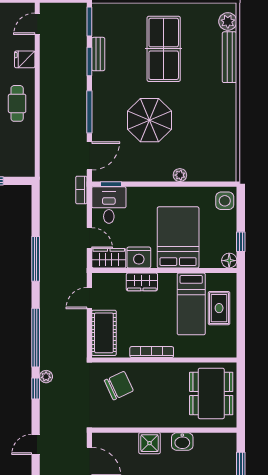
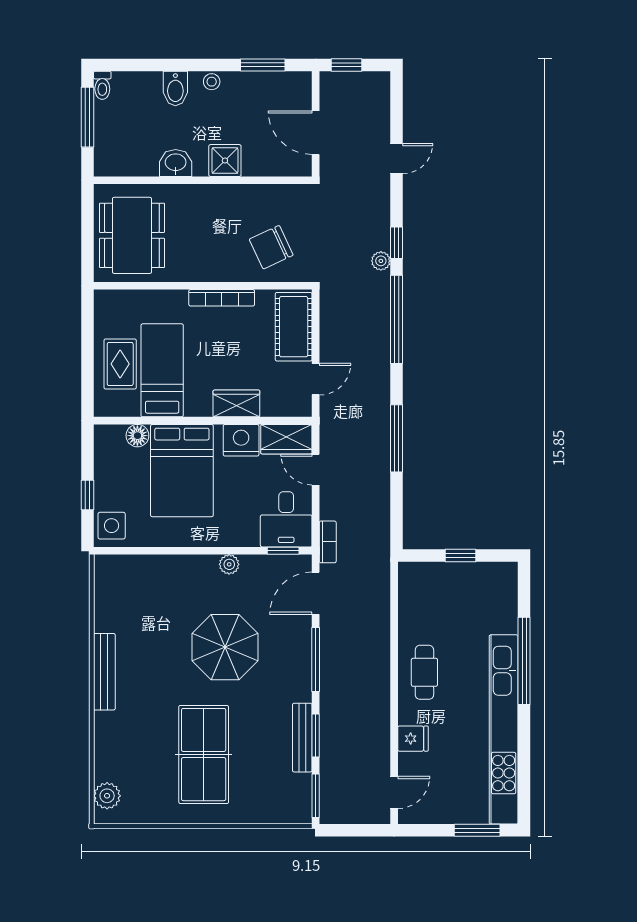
bench: (98, 54) -> (302, 738), width x1.36
bench: (230, 57) -> (104, 672), moved
plant: (180, 175) -> (229, 564), moved
window: (241, 242) -> (87, 495), moved
floor lamp: (229, 261) -> (137, 436), moved

